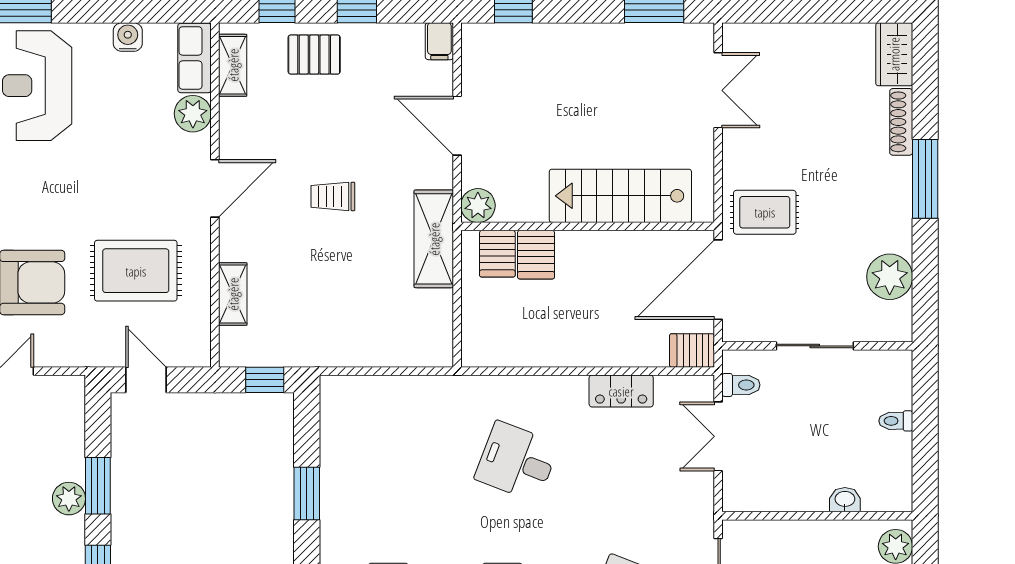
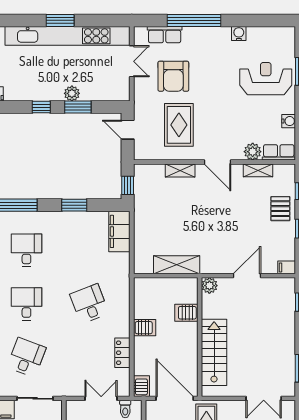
shelving: (233, 65) -> (258, 170), moved
trolley: (333, 196) -> (214, 217), removed
shelving: (434, 239) -> (177, 265), moved
server rack: (497, 254) -> (145, 328), moved, turned 180
shelving: (233, 294) -> (180, 170), moved
door: (146, 380) -> (128, 130), swing flipped
filing cabinet: (363, 397) -> (119, 231), added
desk: (517, 461) -> (89, 304), turned -42

